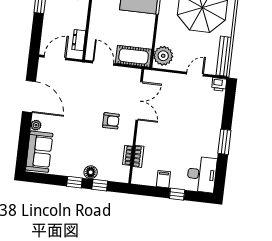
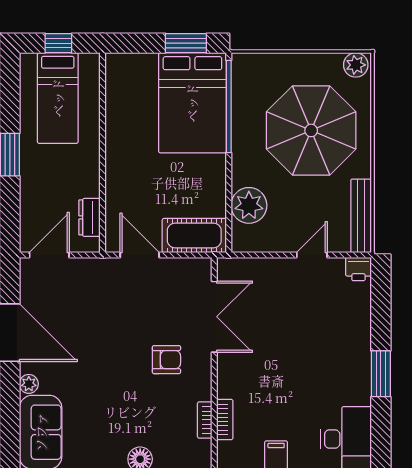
plant: (163, 56) -> (249, 205), moved

